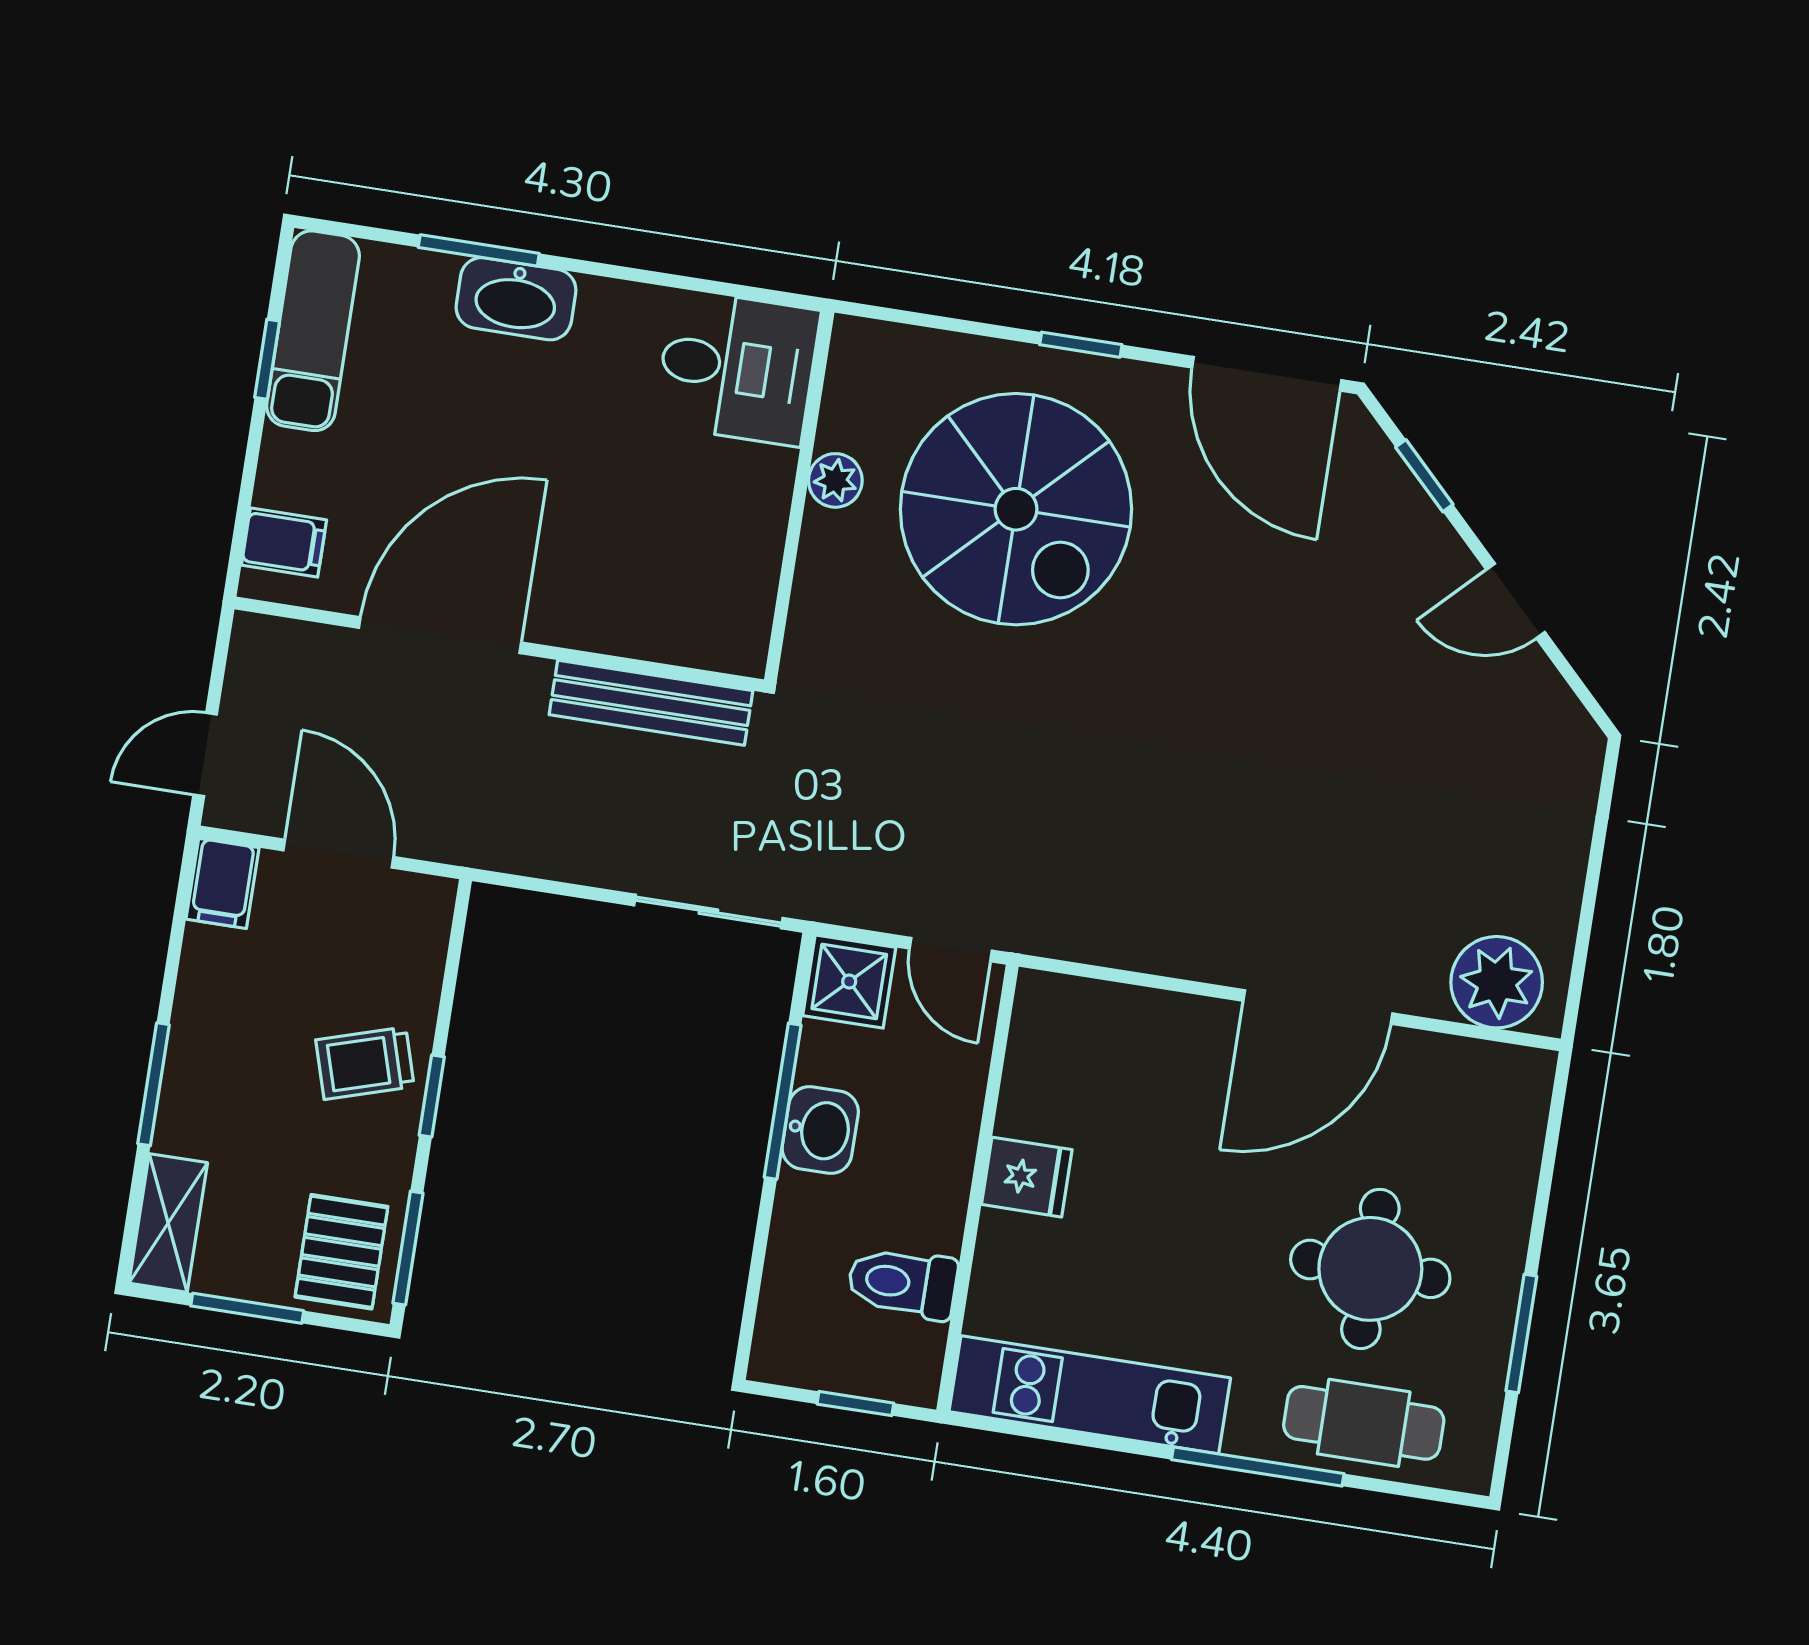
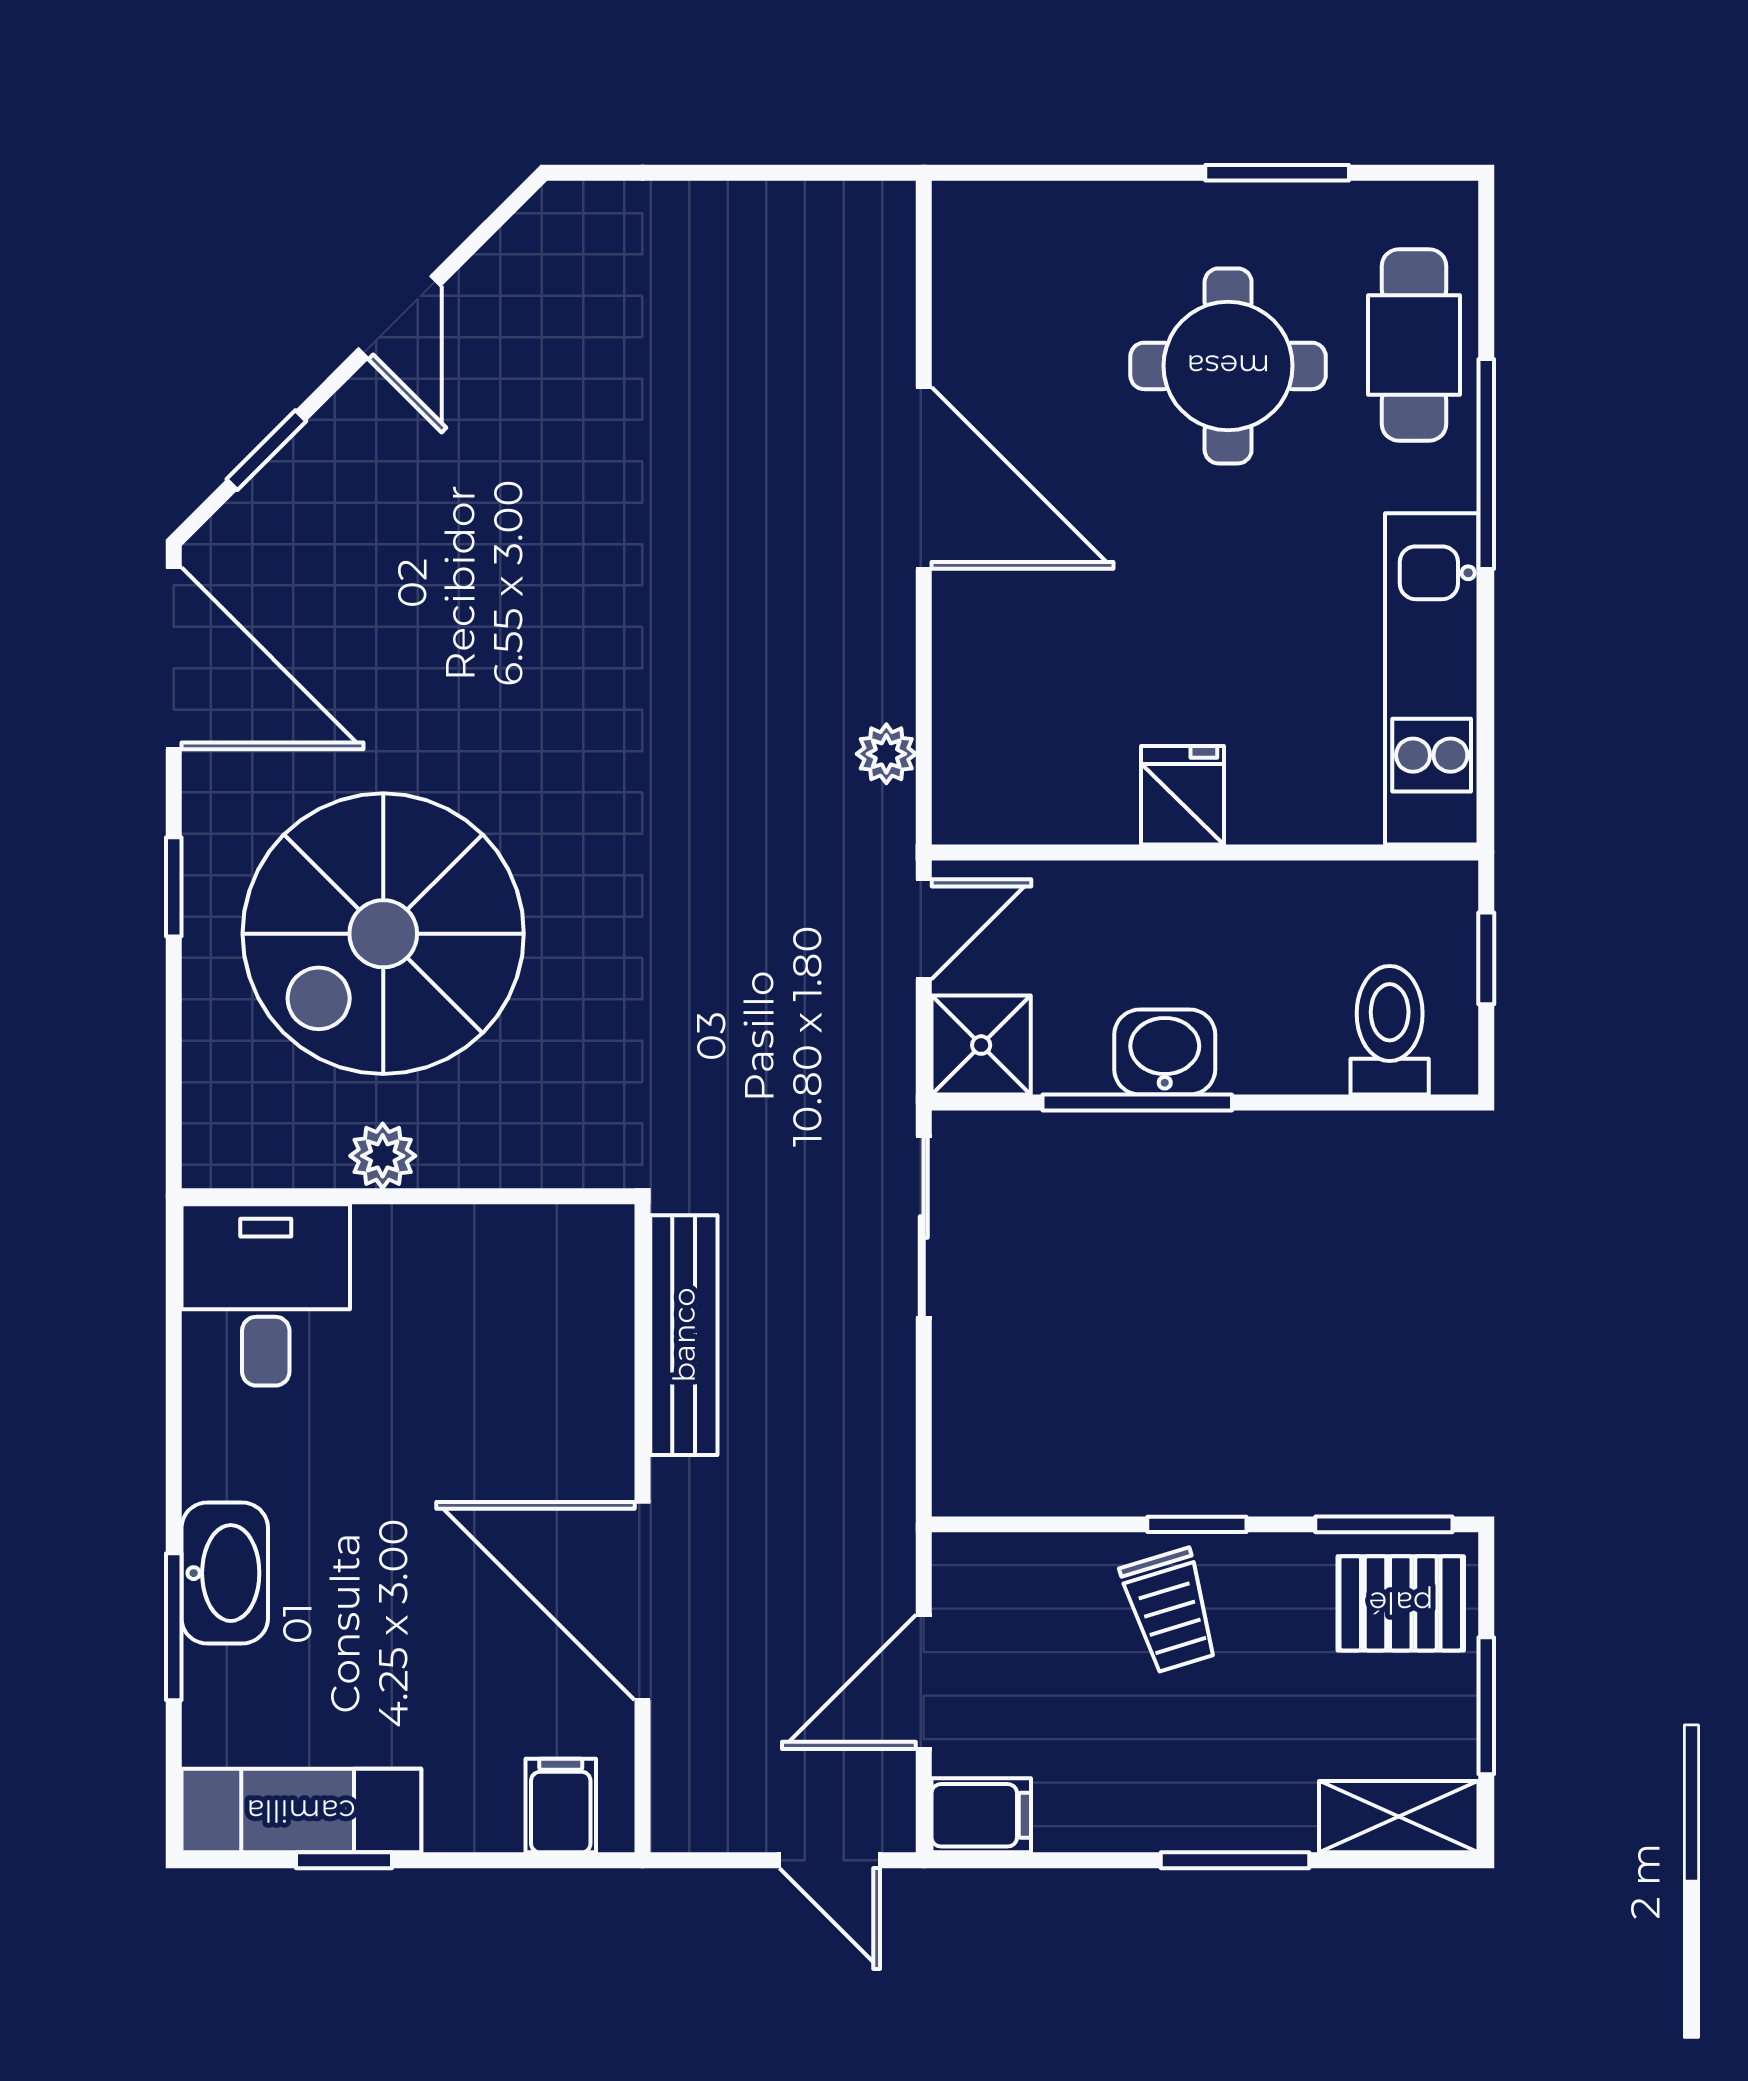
door: (1267, 374) -> (174, 658), hinge flipped
spiral stairs: (1016, 509) -> (383, 934), turned 180
plant: (1497, 982) -> (886, 754), moved, width x0.53, depth x0.53
toilet: (902, 1283) -> (1390, 1030), moved, turned 180

